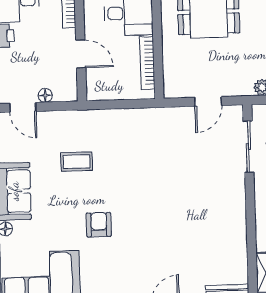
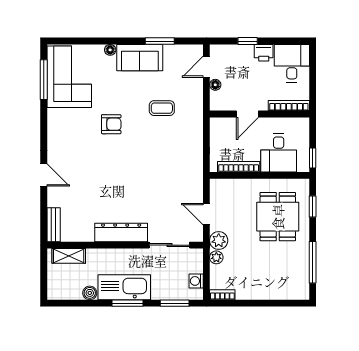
plant: (241, 85) -> (219, 240), added
coffee table: (77, 162) -> (162, 108), turned 90
dresser: (234, 208) -> (121, 232), added

